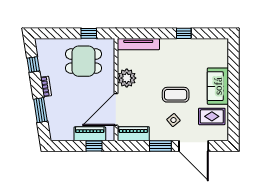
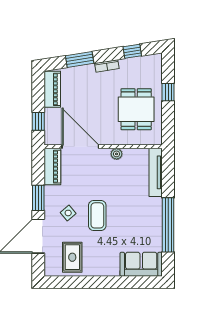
window: (89, 33) -> (168, 92), moved
window: (184, 33) -> (168, 225), width x3.17
plant: (127, 78) -> (117, 154), width x0.53, depth x0.53
sofa: (218, 86) -> (141, 264), moved
piano: (90, 134) -> (52, 89), moved

